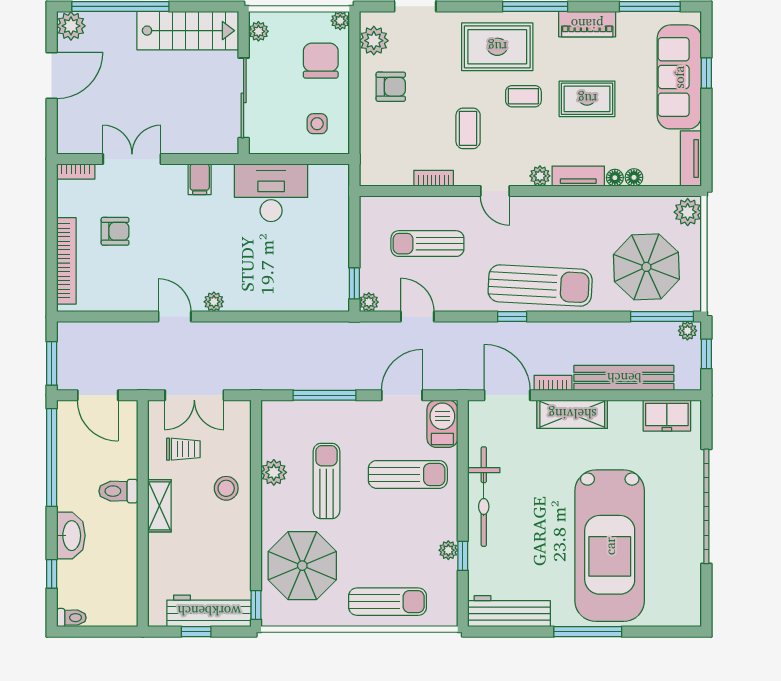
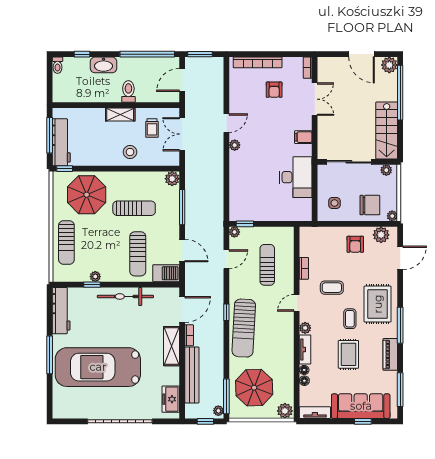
plant: (274, 472) -> (172, 179), moved
window: (196, 632) -> (50, 135), width x2.17

